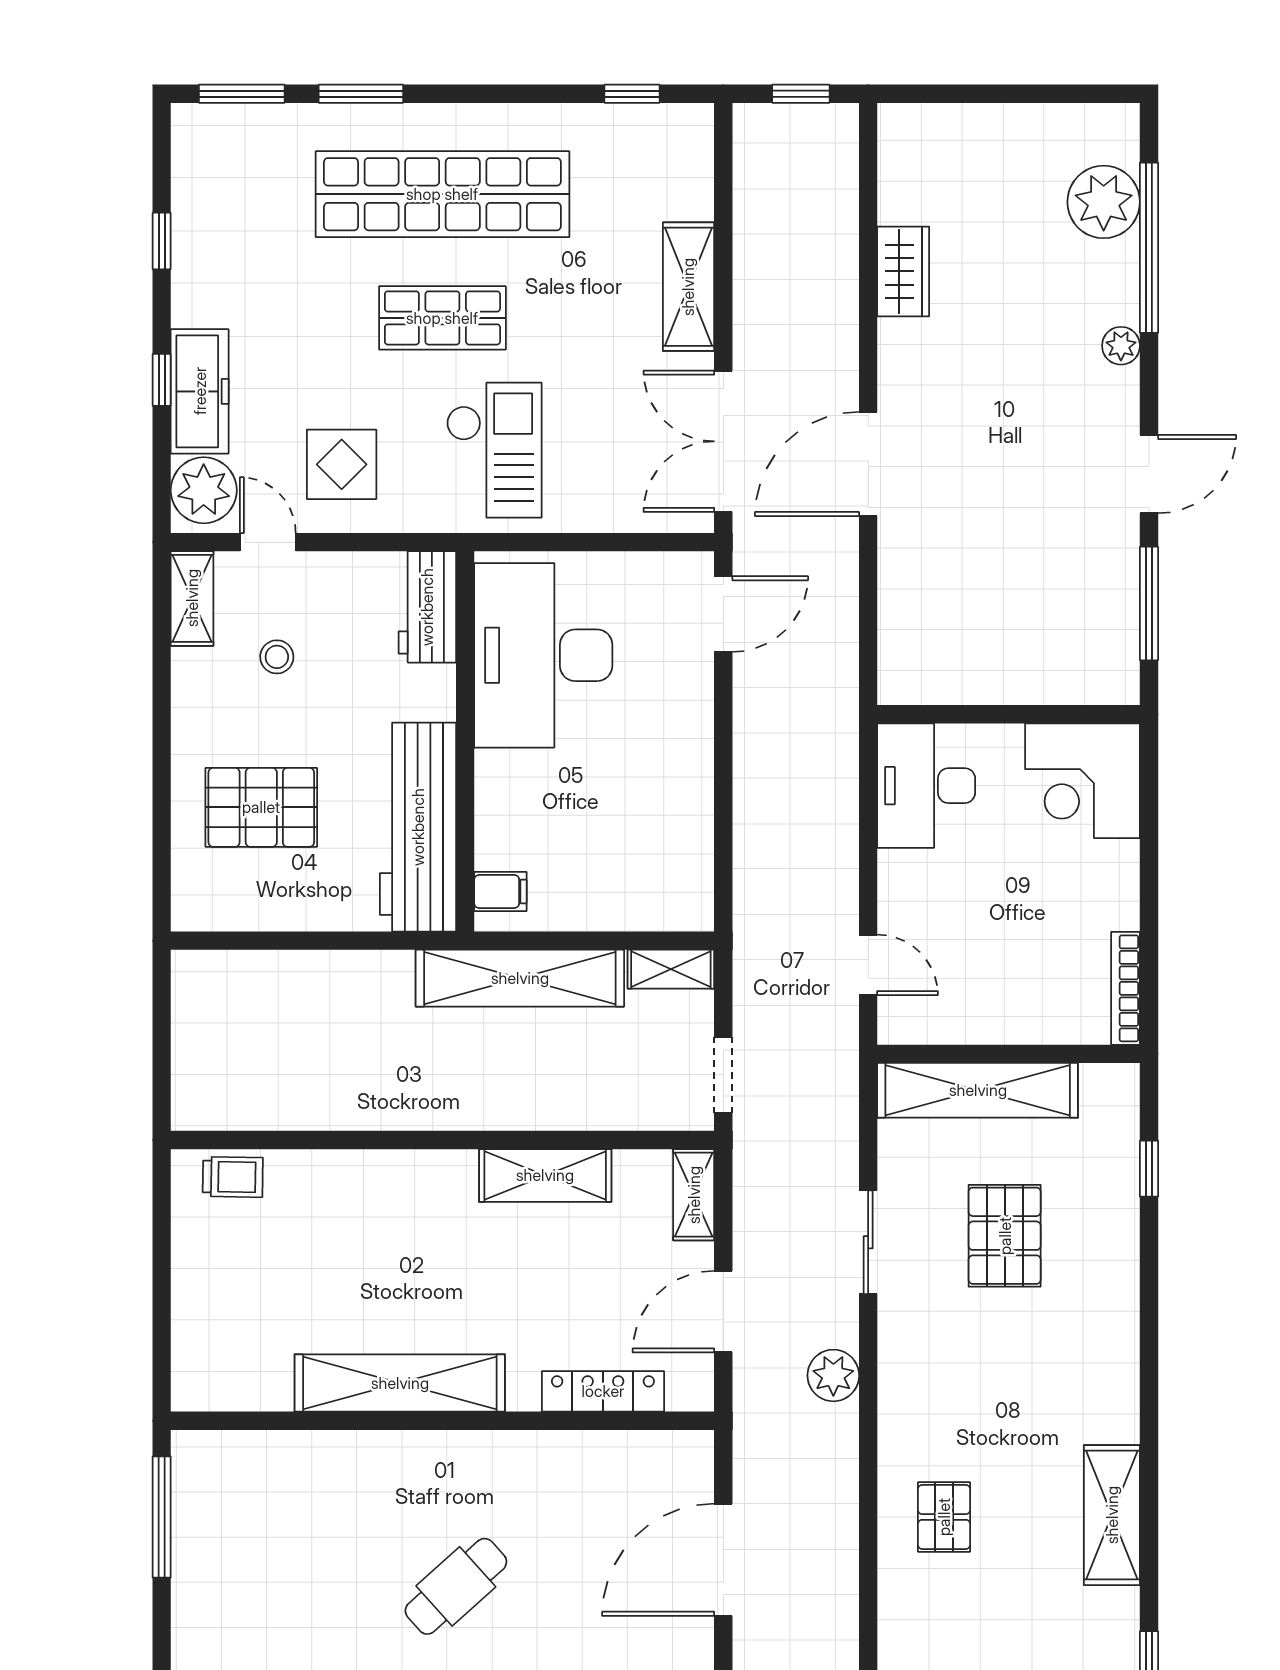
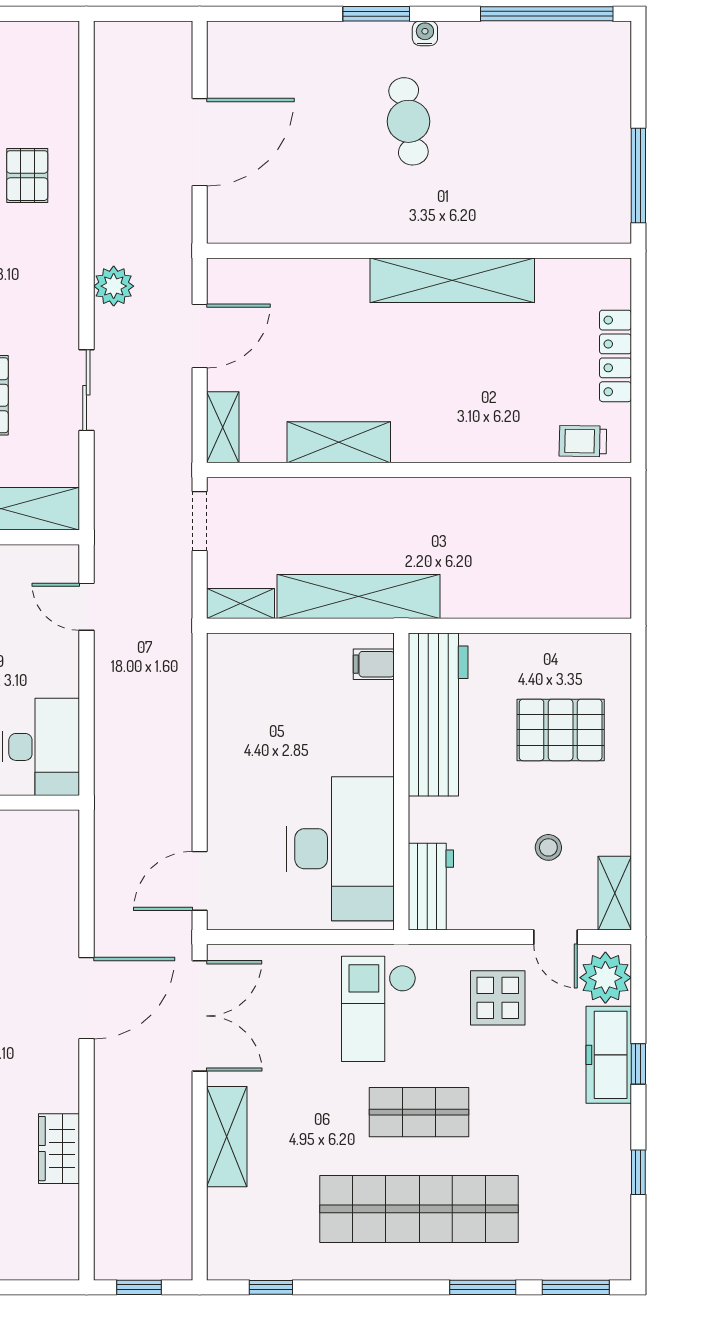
locker: (603, 1391) -> (615, 356), moved, turned 90
cafe table: (456, 1586) -> (408, 121), turned -57

